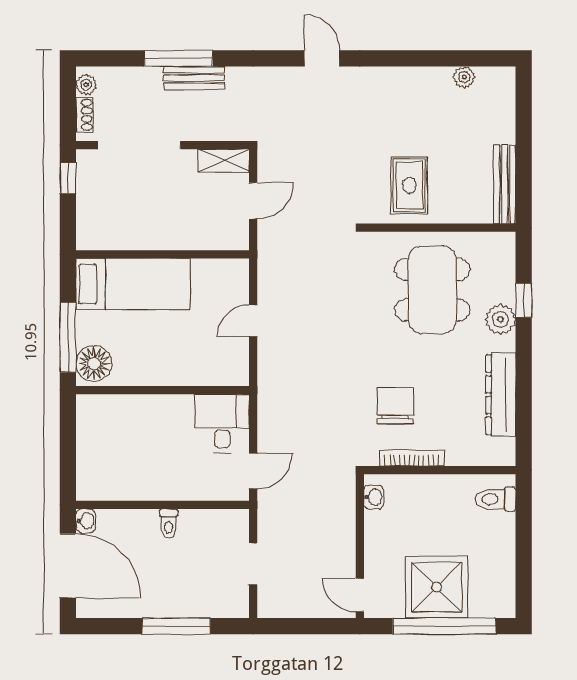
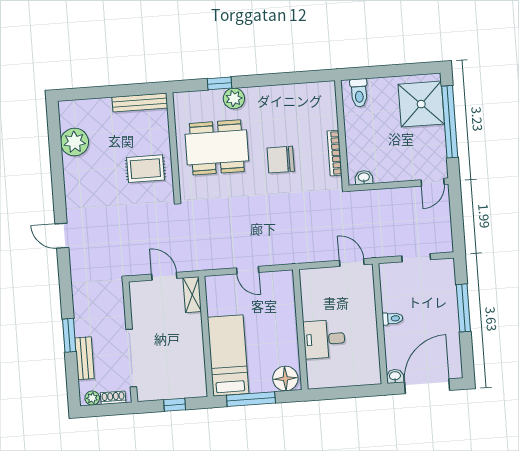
window: (179, 58) -> (69, 335), width x0.69
door: (322, 58) -> (62, 236), hinge flipped
plant: (464, 77) -> (75, 142), width x1.87, depth x1.87
bench: (194, 78) -> (85, 358), moved
shelving: (224, 160) -> (192, 295), moved
window: (68, 178) -> (175, 405), moved
window: (68, 337) -> (251, 399), moved
dresser: (501, 395) -> (286, 94), removed
chair: (395, 406) -> (281, 160), moved
desk: (222, 423) -> (324, 339), moved
shower: (437, 587) -> (421, 104), moved

